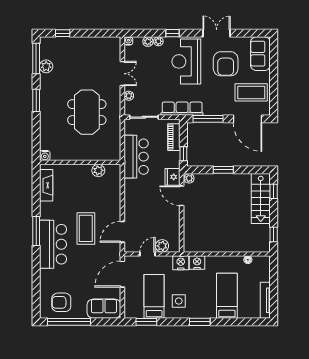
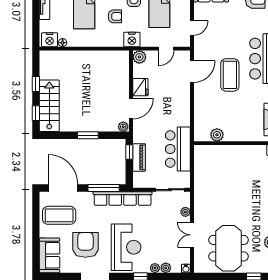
row of seats: (182, 109) -> (123, 198), width x1.36
meeting table: (87, 112) -> (229, 248), moved
piano: (174, 137) -> (139, 157), moved
fridge: (172, 177) -> (140, 87), moved
door: (182, 196) -> (131, 109), hinge flipped
window: (274, 235) -> (36, 84), moved
plant: (162, 246) -> (139, 57), moved
nightstand: (197, 263) -> (50, 40), moved
door: (122, 274) -> (192, 28), width x0.53
armchair: (197, 285) -> (115, 16), added

